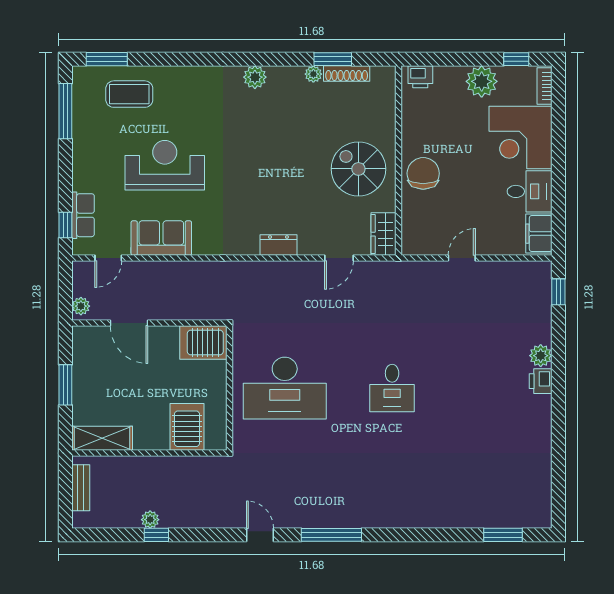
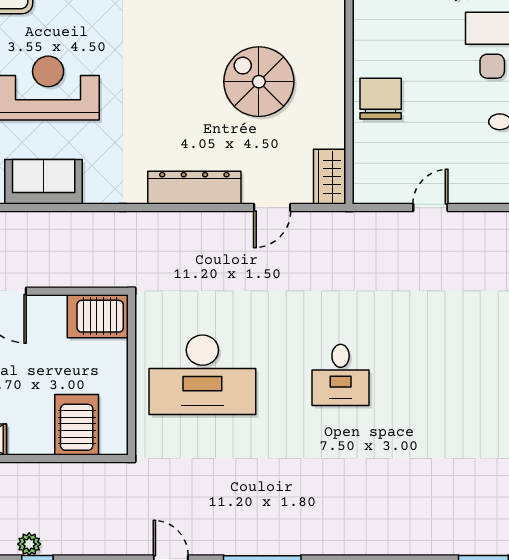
spiral stairs: (358, 169) -> (259, 82), moved
dresser: (278, 245) -> (194, 188), width x1.96, depth x1.24

